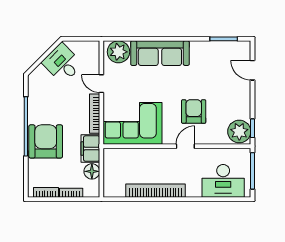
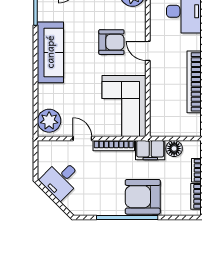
sofa: (160, 53) -> (50, 52), moved
door: (101, 84) -> (82, 139), swing flipped
armchair: (194, 111) -> (111, 42), turned 180

